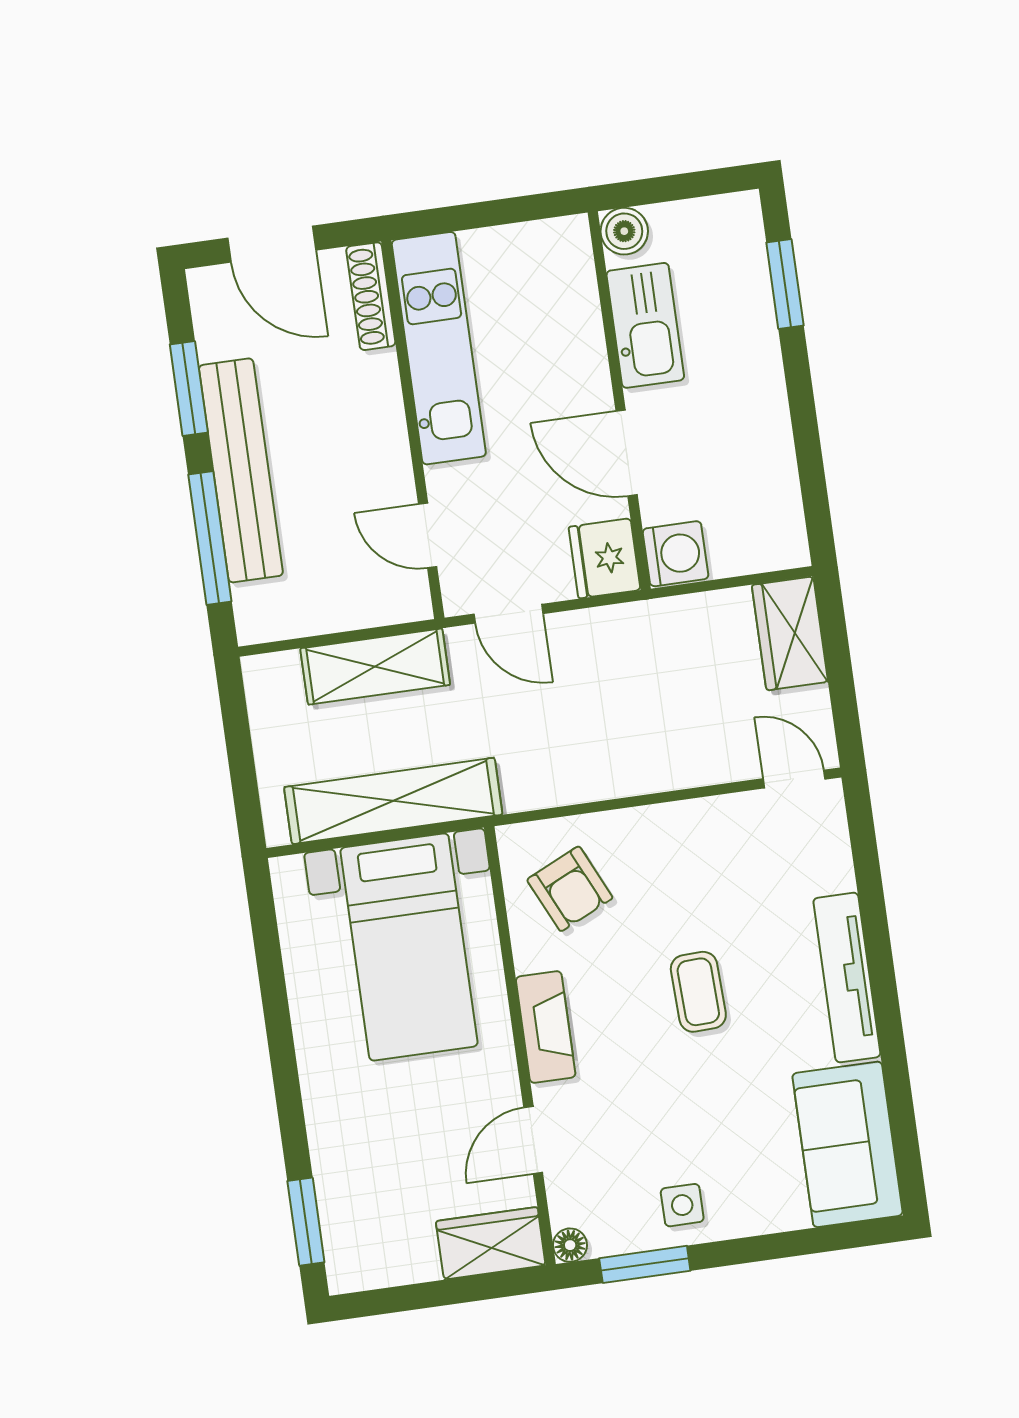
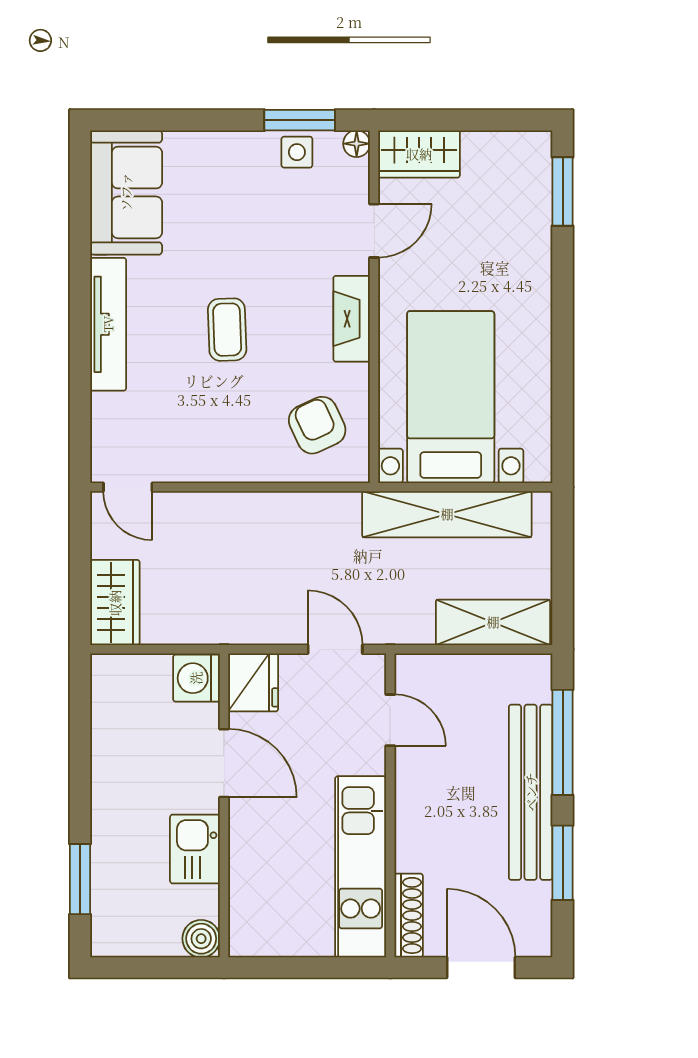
kitchen sink: (645, 325) -> (195, 849), width x0.73
shelving: (375, 667) -> (493, 622), moved
side table: (682, 1205) -> (297, 152), moved

